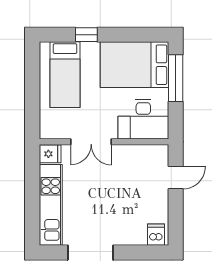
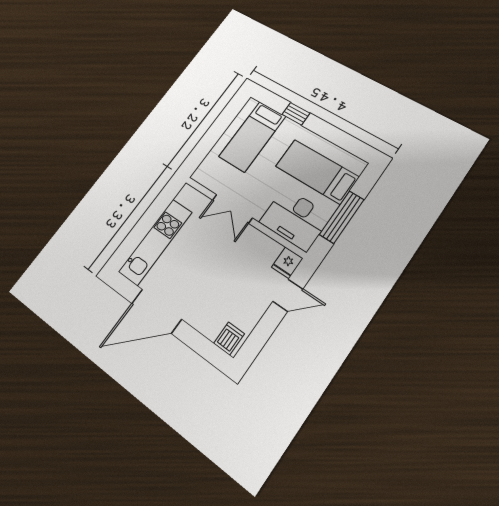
bed: (135, 65) -> (317, 172), width x0.67
window: (176, 78) -> (342, 217), moved
fridge: (50, 154) -> (287, 263), moved, turned 90

